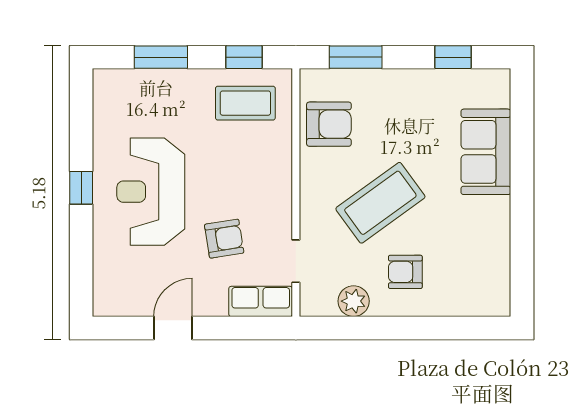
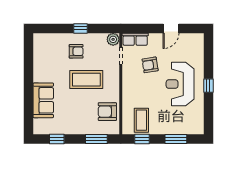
coffee table: (245, 103) -> (141, 120), turned 90
reception desk: (151, 192) -> (180, 84), turned 180
coffee table: (380, 203) -> (86, 80), turned 36
plant: (354, 301) -> (113, 39), moved
window: (395, 328) -> (81, 28), added

